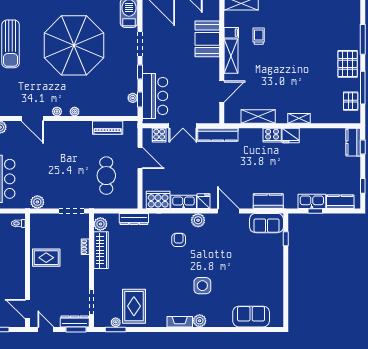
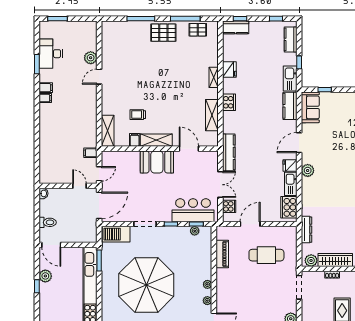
booth: (207, 39) -> (157, 162), moved
fridge: (291, 135) -> (229, 69), moved
kitchen sink: (312, 201) -> (290, 78), moved
armchair: (179, 240) -> (326, 188), removed

